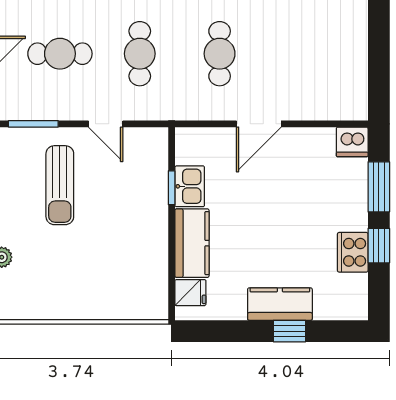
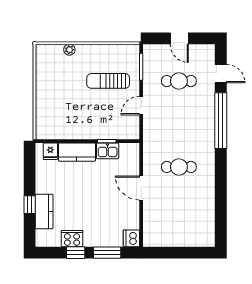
cafe table: (60, 54) -> (179, 81), turned 90
cafe table: (140, 54) -> (179, 124), removed
kitchen counter: (280, 304) -> (44, 211), moved

